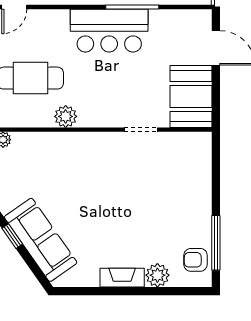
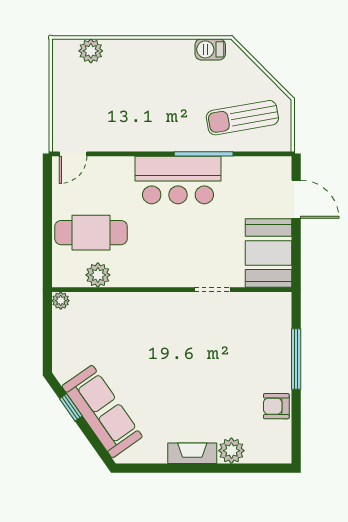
plant: (66, 116) -> (98, 275), moved
window: (216, 243) -> (296, 359), moved
armchair: (196, 260) -> (276, 406), moved

